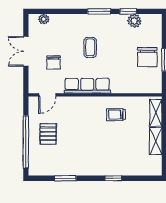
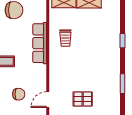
row of seats: (87, 86) -> (40, 43), moved
door: (47, 95) -> (48, 100), swing flipped

